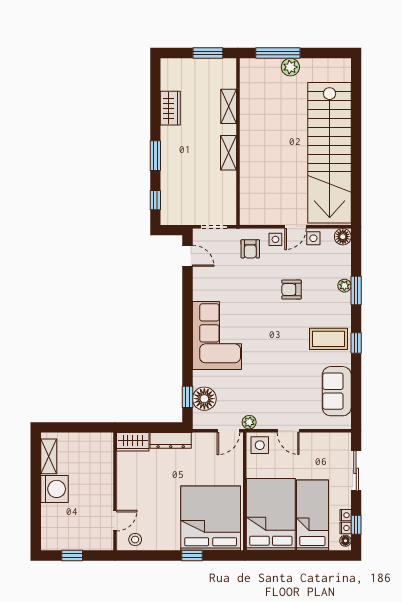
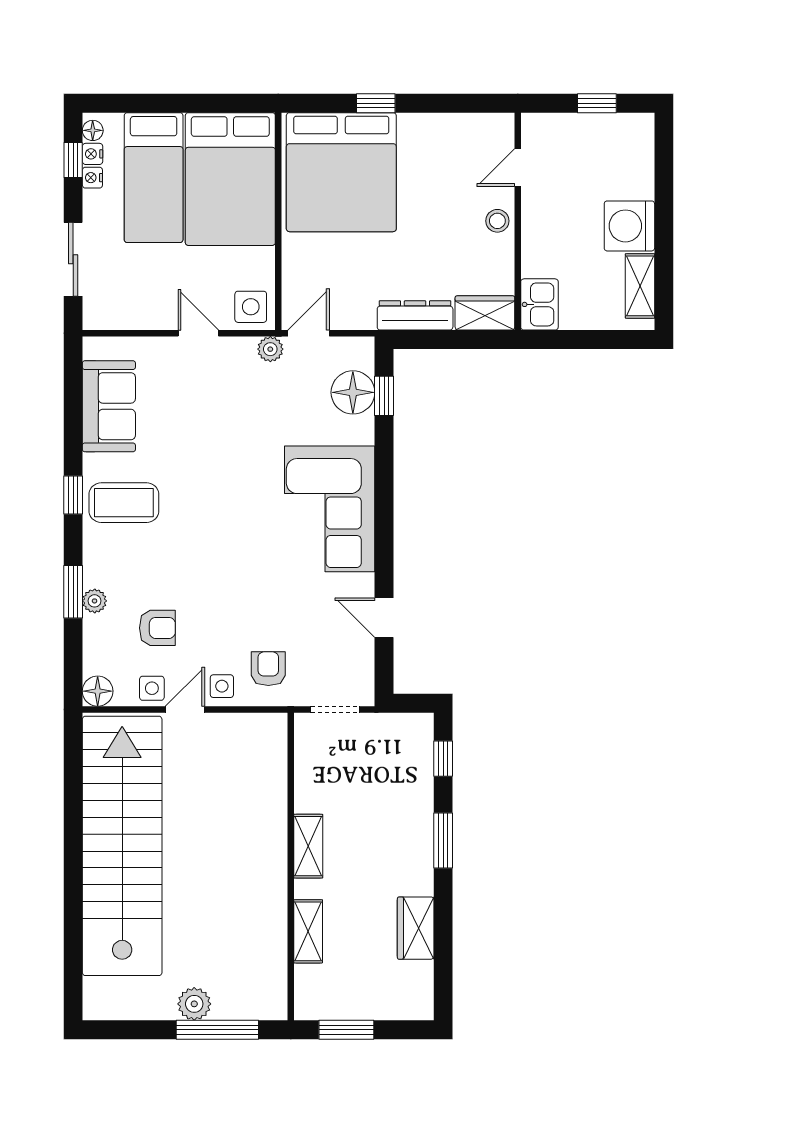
door: (187, 256) -> (384, 618), moved
armchair: (291, 290) -> (157, 628), moved
kitchen sink: (103, 446) -> (539, 304), added
stool: (135, 540) -> (497, 221), moved

